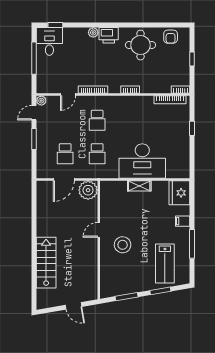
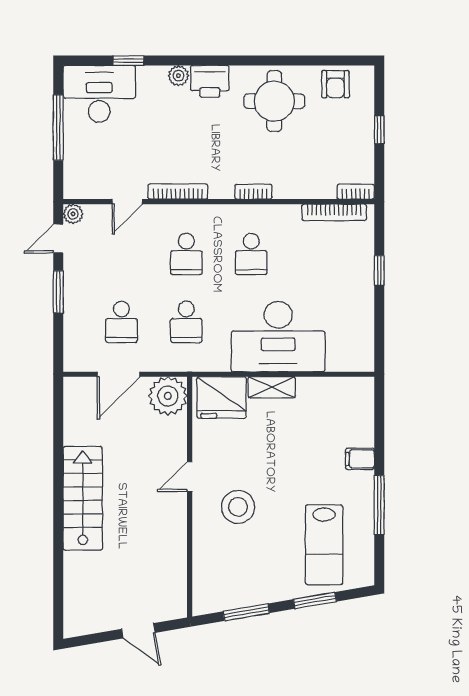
window: (55, 25) -> (128, 61), moved
desk: (49, 41) -> (99, 94), width x1.37
school desk: (129, 120) -> (251, 254), added
fridge: (179, 193) -> (222, 397), moved, turned -90
stairs: (46, 263) -> (83, 498), moved

